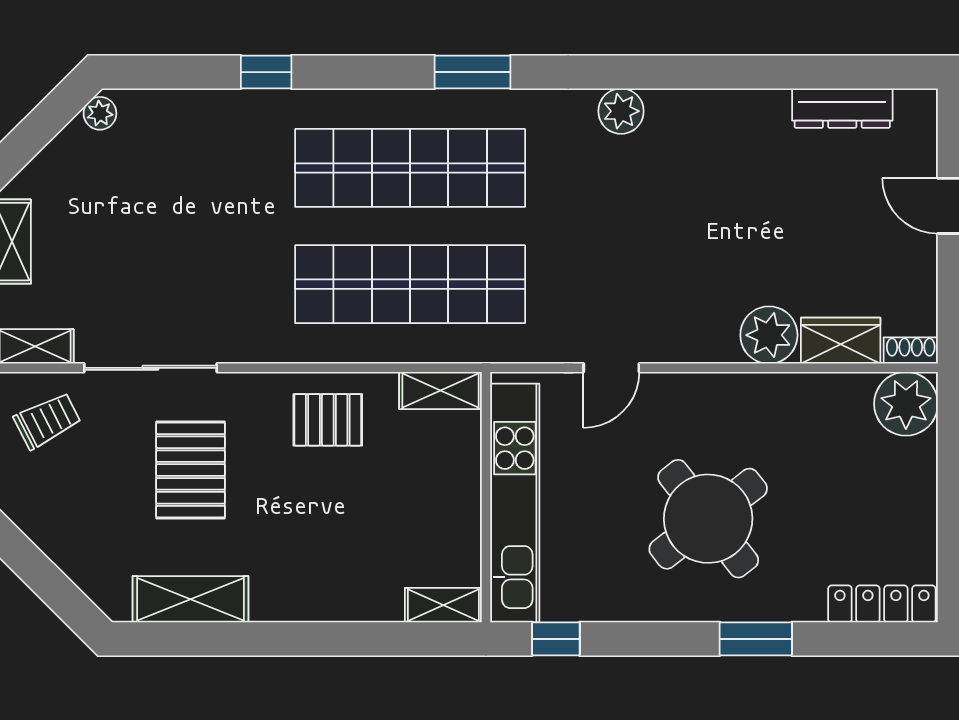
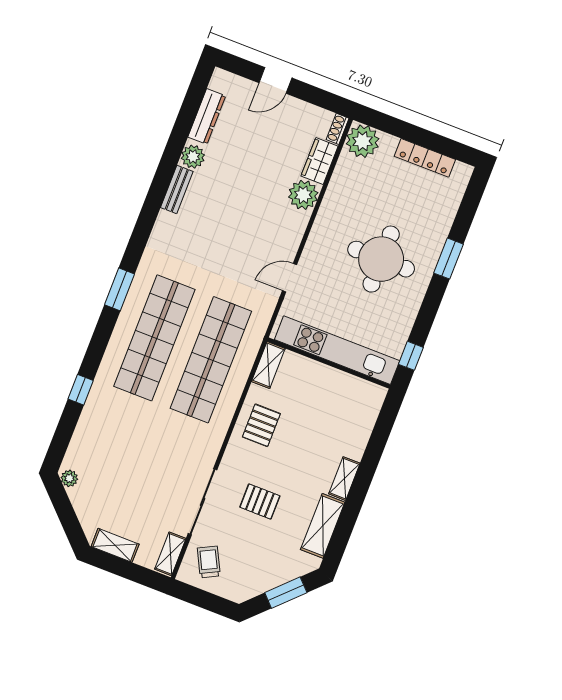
bench: (691, 105) -> (177, 189), added
plant: (621, 111) -> (193, 157), moved
door: (611, 368) -> (289, 278), swing flipped
pallet: (191, 470) -> (260, 502), width x0.67, depth x0.71
round table: (708, 519) -> (381, 259), turned 38
window: (46, 580) -> (286, 593), added
locker: (882, 604) -> (425, 158), moved, turned -90
shelving: (443, 605) -> (344, 479), moved

